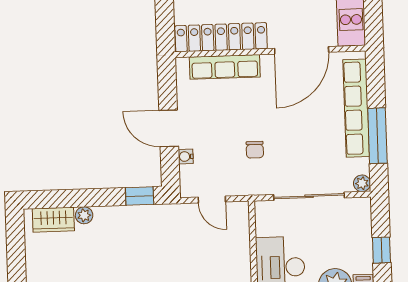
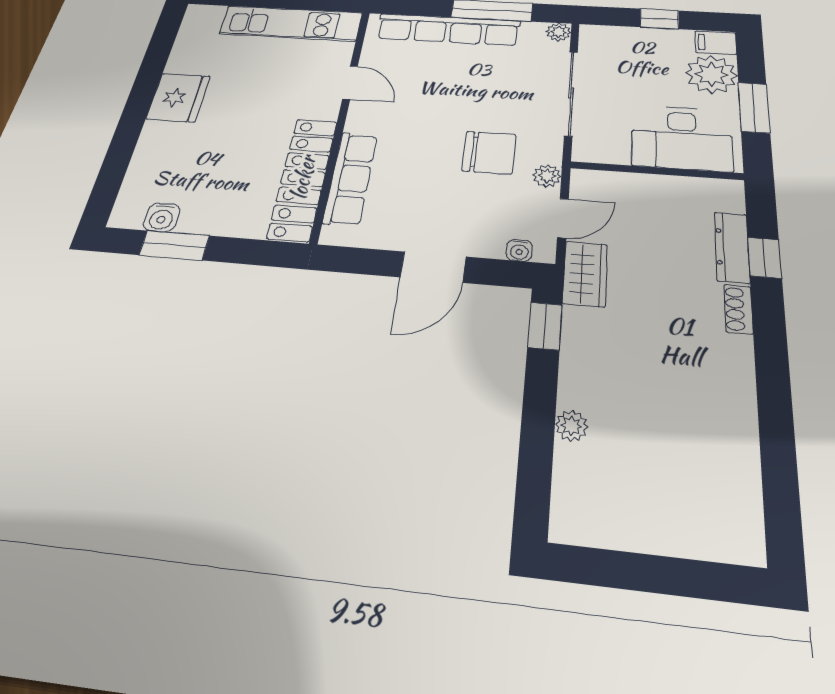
door: (302, 50) -> (350, 82), width x0.53
chair: (255, 150) -> (489, 153), width x1.87, depth x1.87
water cooler: (186, 156) -> (519, 250), moved
plant: (241, 187) -> (547, 176), added
wardrobe: (53, 220) -> (585, 274), moved

